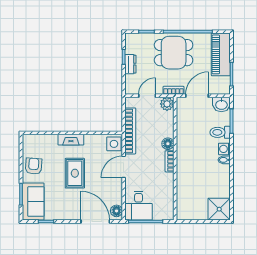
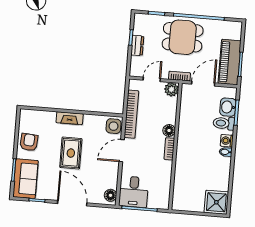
piano: (221, 54) -> (230, 62), moved
washbasin: (221, 104) -> (228, 107), moved, turned 90
door: (95, 222) -> (72, 203), moved

